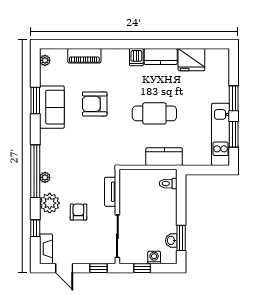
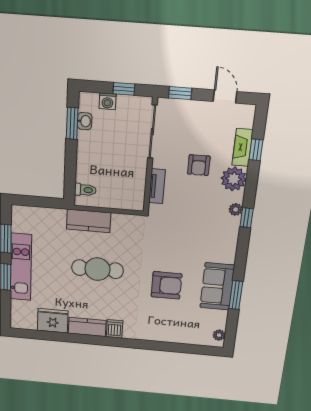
piano: (84, 56) -> (173, 336), removed
kitchen unit: (221, 134) -> (21, 267), moved
window: (35, 171) -> (247, 218), width x0.32
fireplace: (46, 249) -> (242, 147), moved

